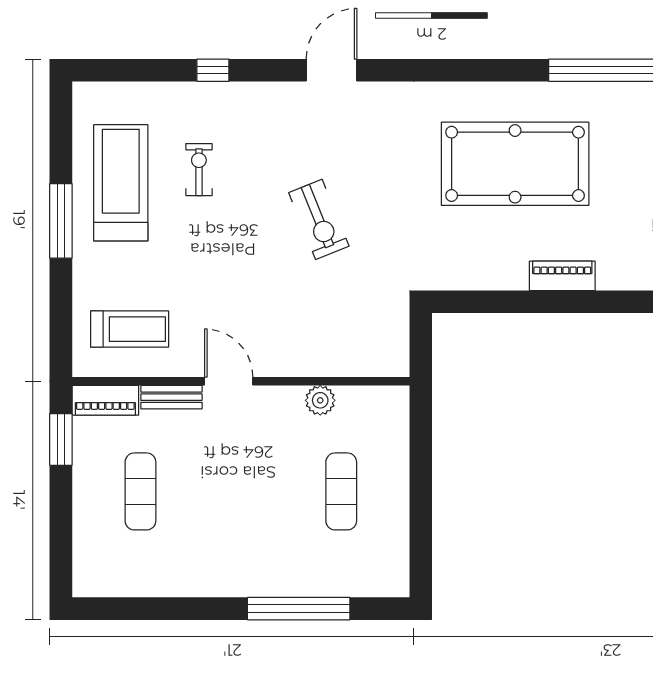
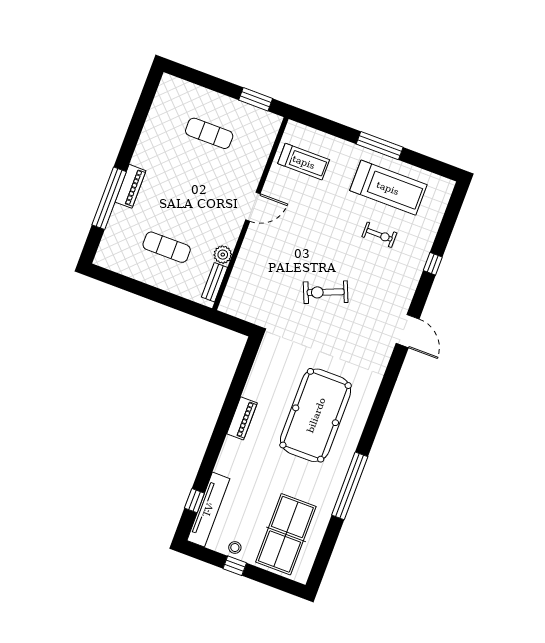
treadmill: (130, 329) -> (304, 162), turned -90
bench: (171, 397) -> (214, 282), moved
piano: (105, 400) -> (130, 186), moved, turned 180

